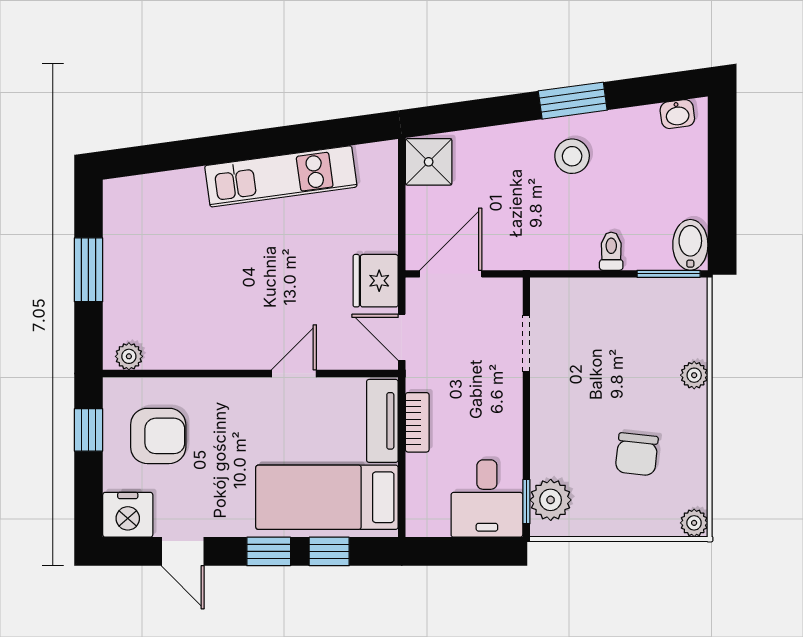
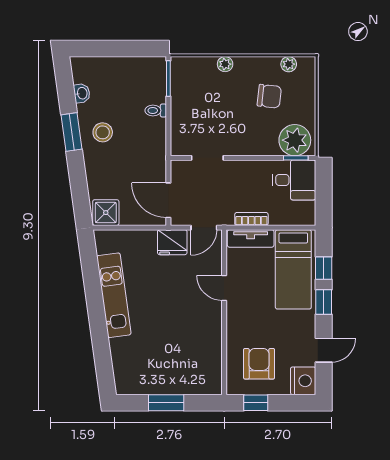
washbasin: (677, 114) -> (82, 93), moved
bidet: (690, 245) -> (152, 66), removed
plant: (129, 356) -> (215, 380), removed
plant: (551, 500) -> (295, 140), width x1.36, depth x1.36
plant: (694, 523) -> (289, 64), moved

